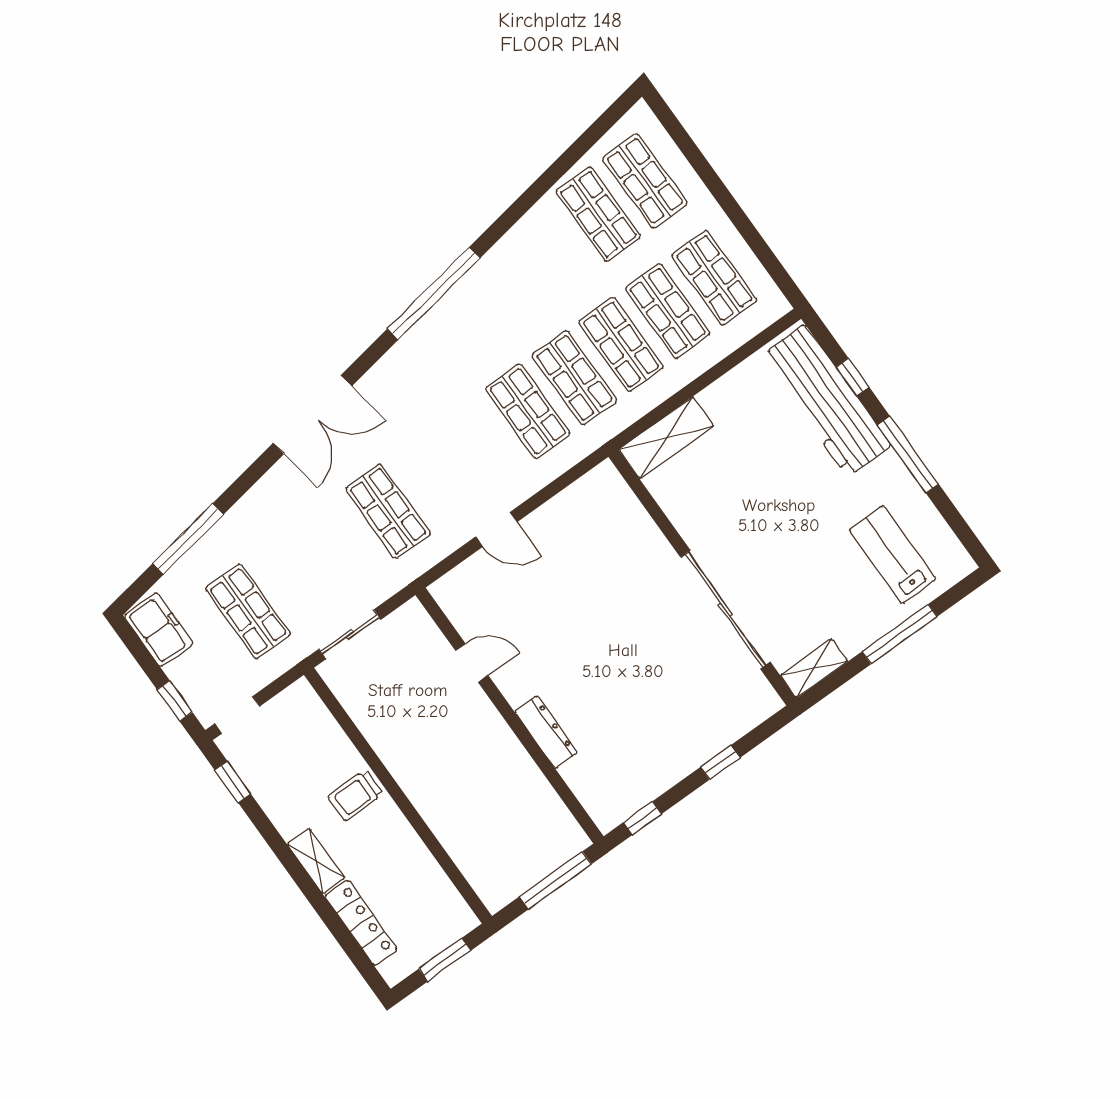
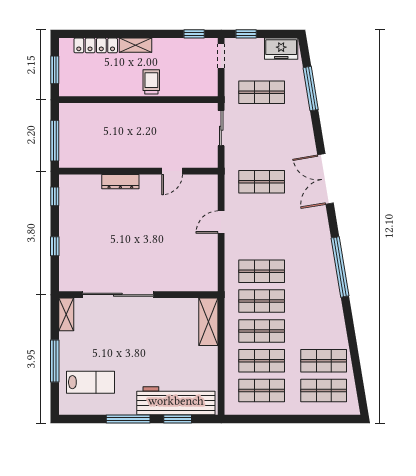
window: (853, 377) -> (178, 419), width x1.50

